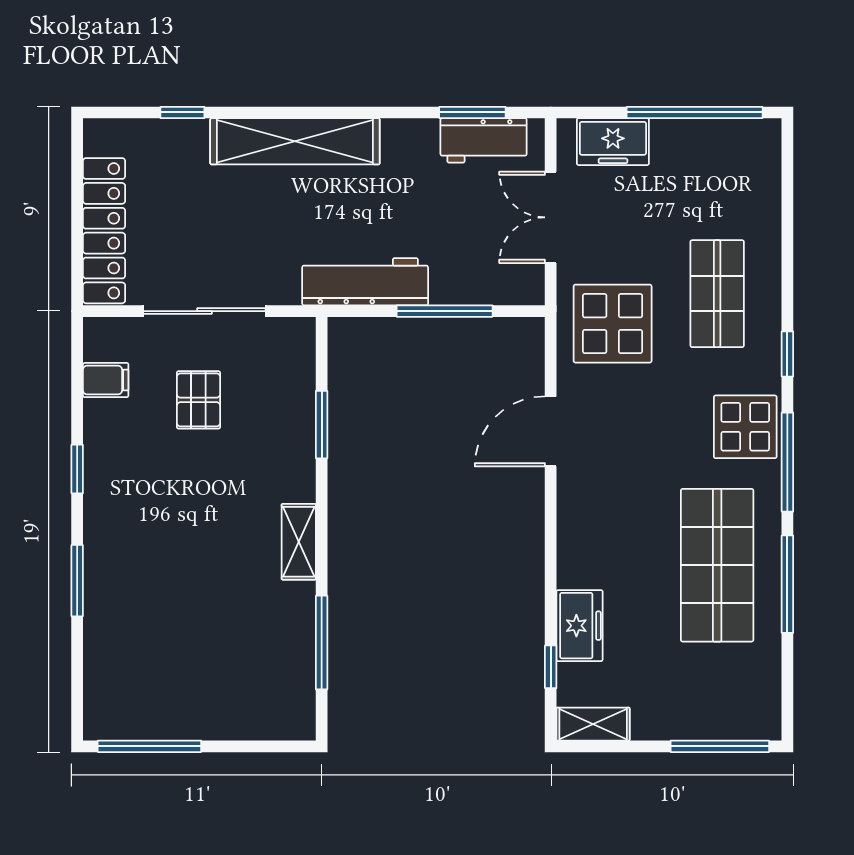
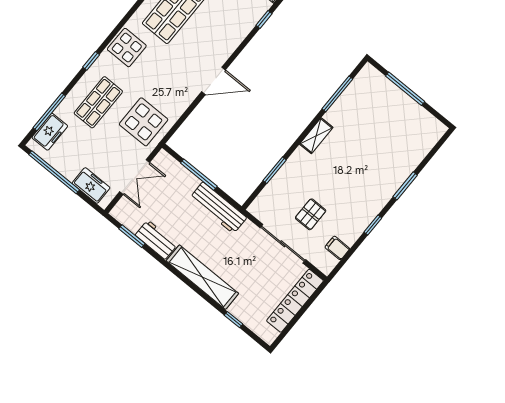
workbench: (484, 140) -> (156, 240), moved
door: (551, 431) -> (214, 81), moved
window: (787, 462) -> (49, 112), moved
freezer: (580, 626) -> (50, 132), moved, turned 180
window: (149, 746) -> (405, 89), moved

